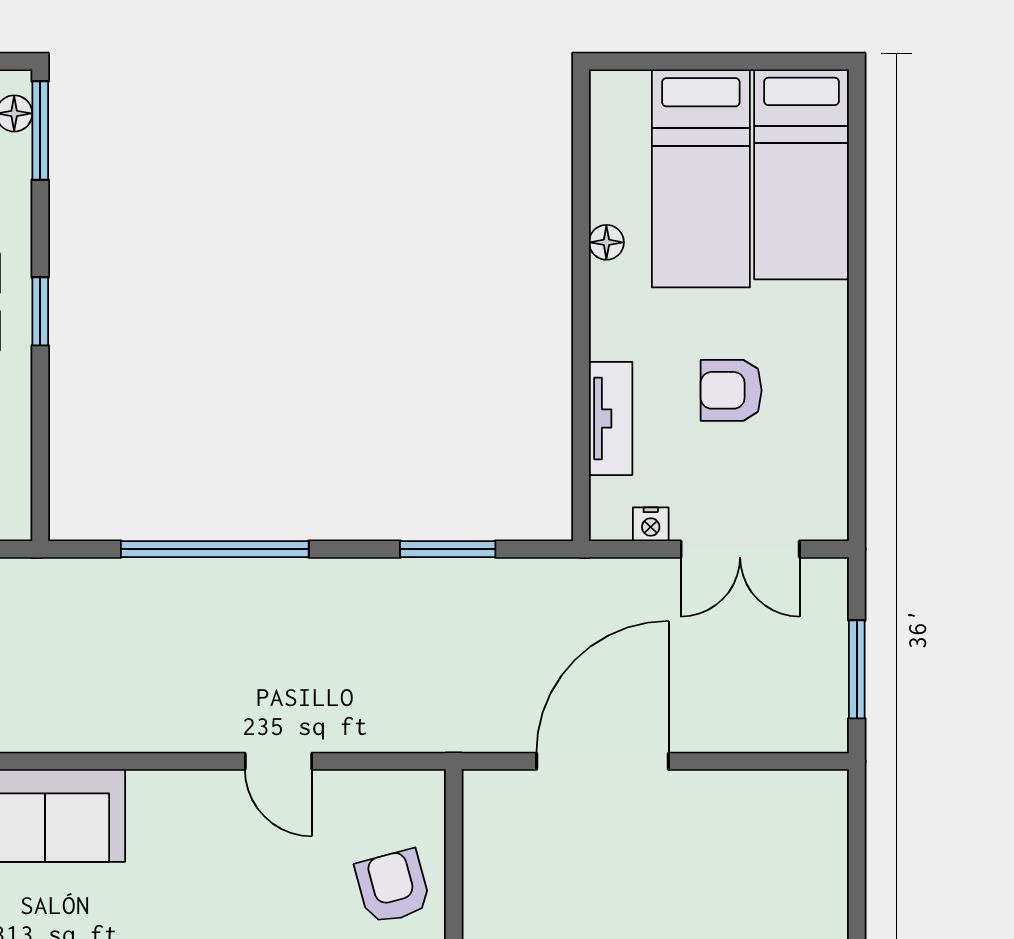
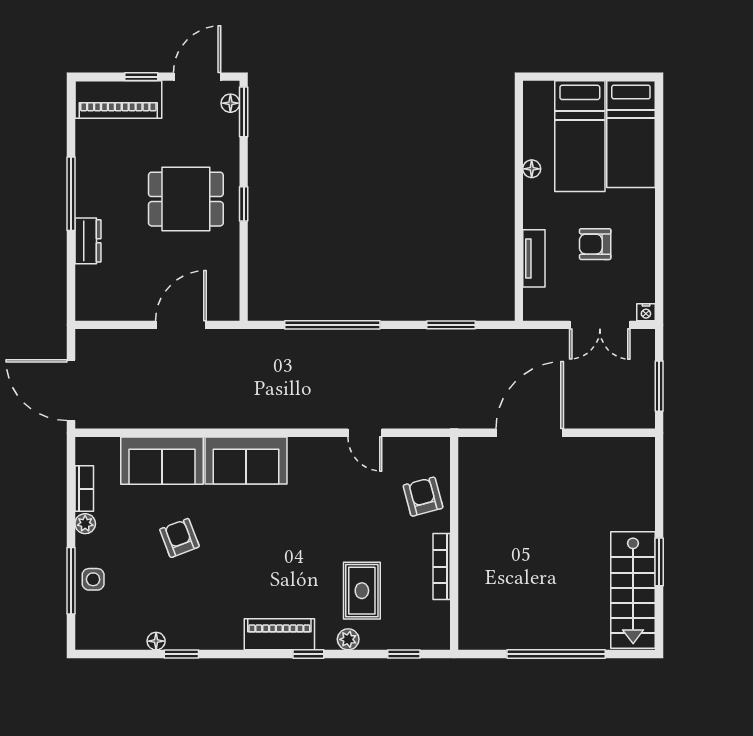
nightstand: (651, 524) -> (646, 312), moved

